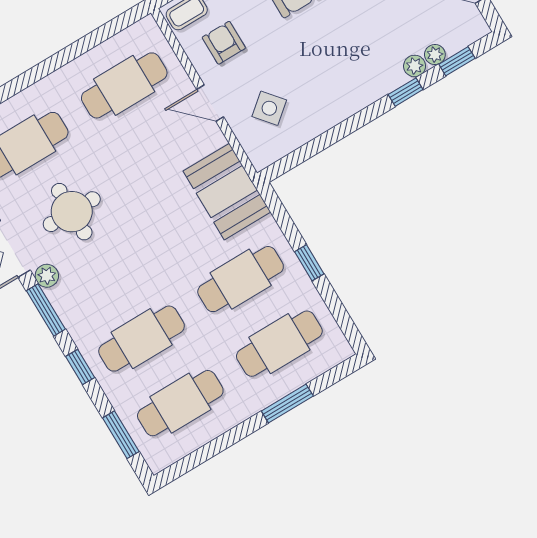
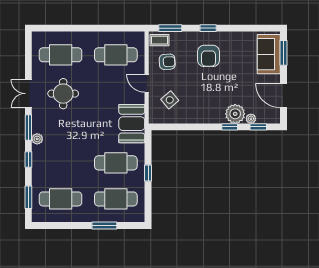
armchair: (224, 43) -> (167, 62), turned 87
plant: (415, 66) -> (235, 114), width x1.88, depth x1.88
plant: (47, 276) -> (37, 139), moved
cafe table: (142, 339) -> (61, 163), removed

